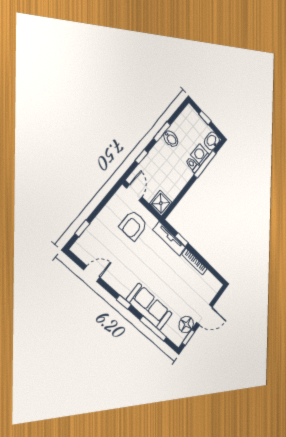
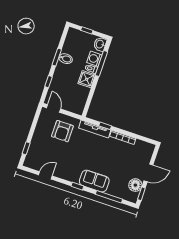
shower: (161, 203) -> (87, 79), moved
sofa: (149, 307) -> (94, 181), width x0.73

